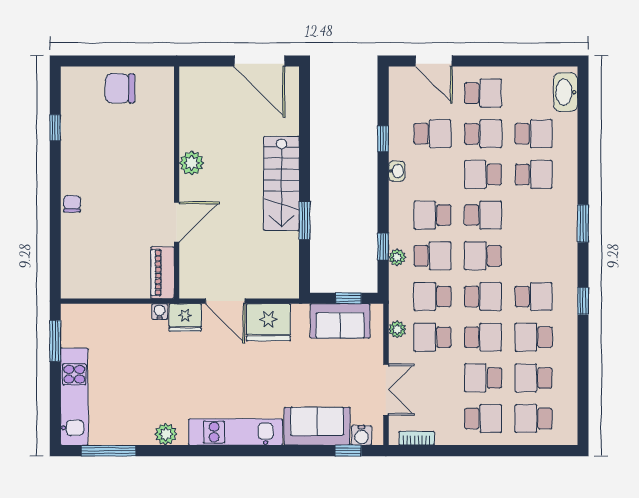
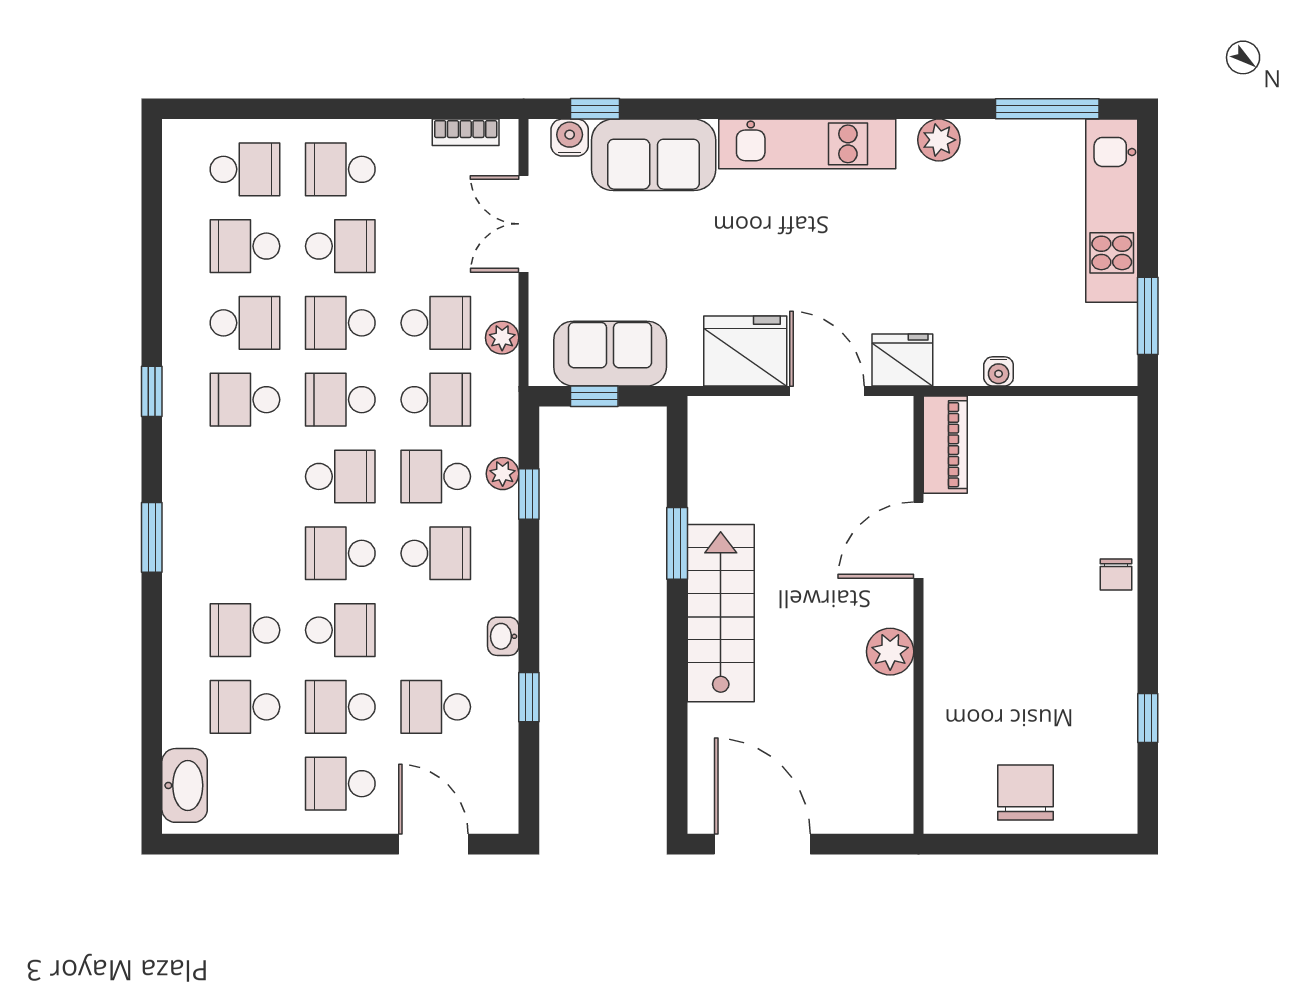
chair: (120, 88) -> (1025, 793), turned -90
water cooler: (160, 311) -> (999, 371), moved
school desk: (534, 378) -> (245, 246), turned 180

